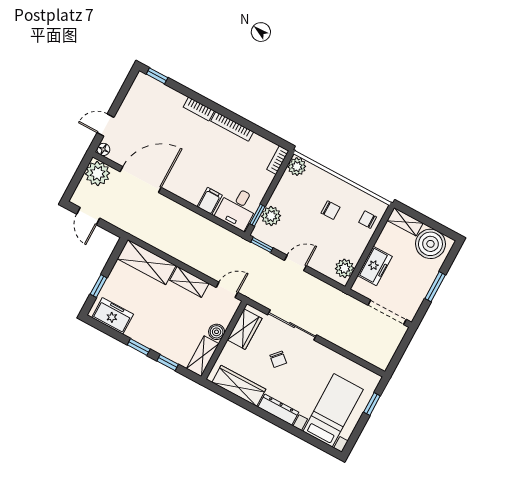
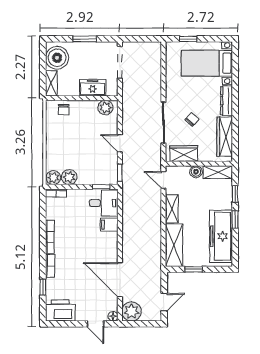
window: (157, 76) -> (43, 287), moved
printer: (142, 93) -> (60, 311), added
chair: (330, 210) -> (71, 139), removed
plant: (271, 216) -> (69, 177), moved
window: (99, 286) -> (194, 269), moved
freezer: (113, 316) -> (221, 236), width x1.91, depth x1.26

